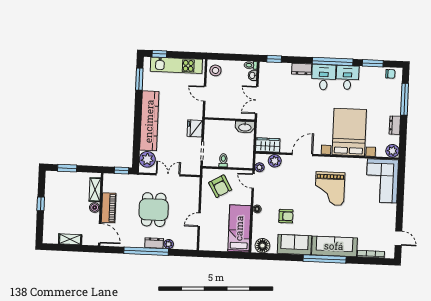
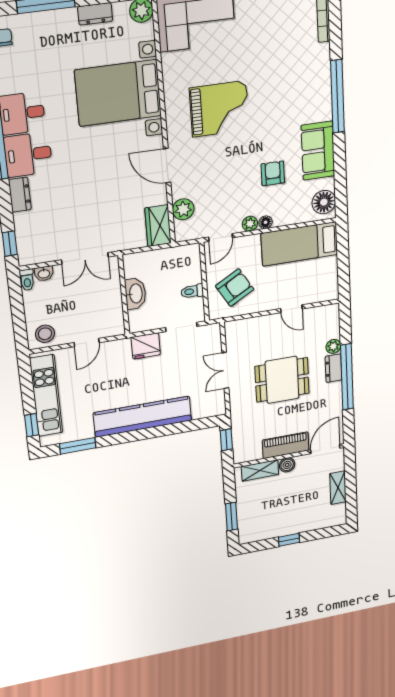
washbasin: (245, 127) -> (135, 294), moved
plant: (147, 159) -> (204, 406), removed
plant: (259, 167) -> (250, 224), moved
sofa: (334, 246) -> (315, 83), removed

